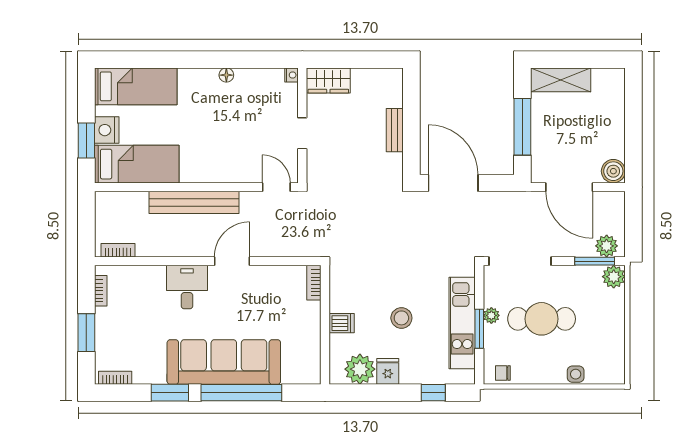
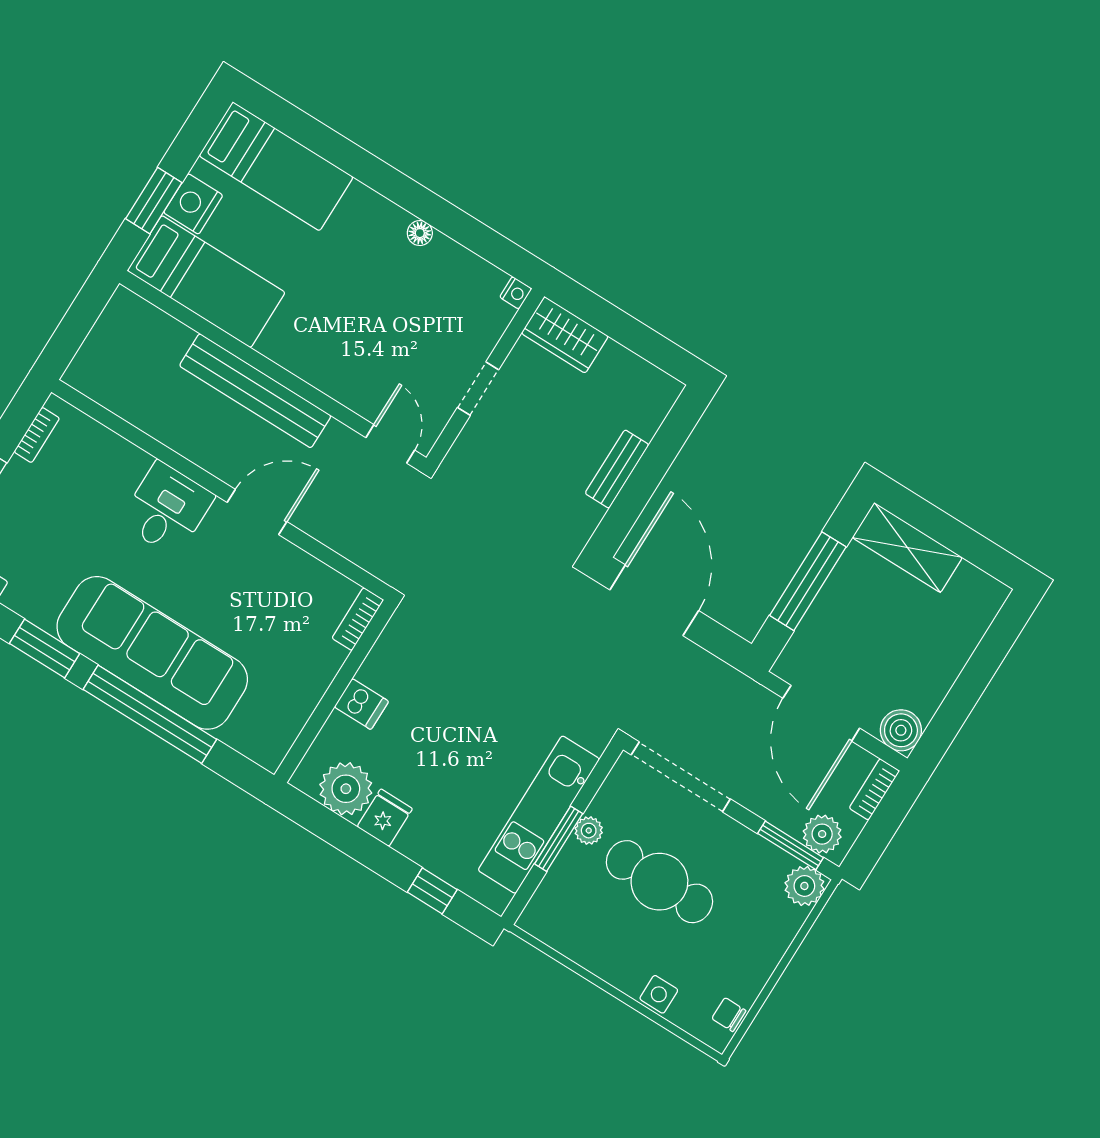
bookcase: (118, 250) -> (874, 789), moved, turned -90
stool: (401, 318) -> (454, 751), removed
chair: (503, 373) -> (729, 1015), moved

